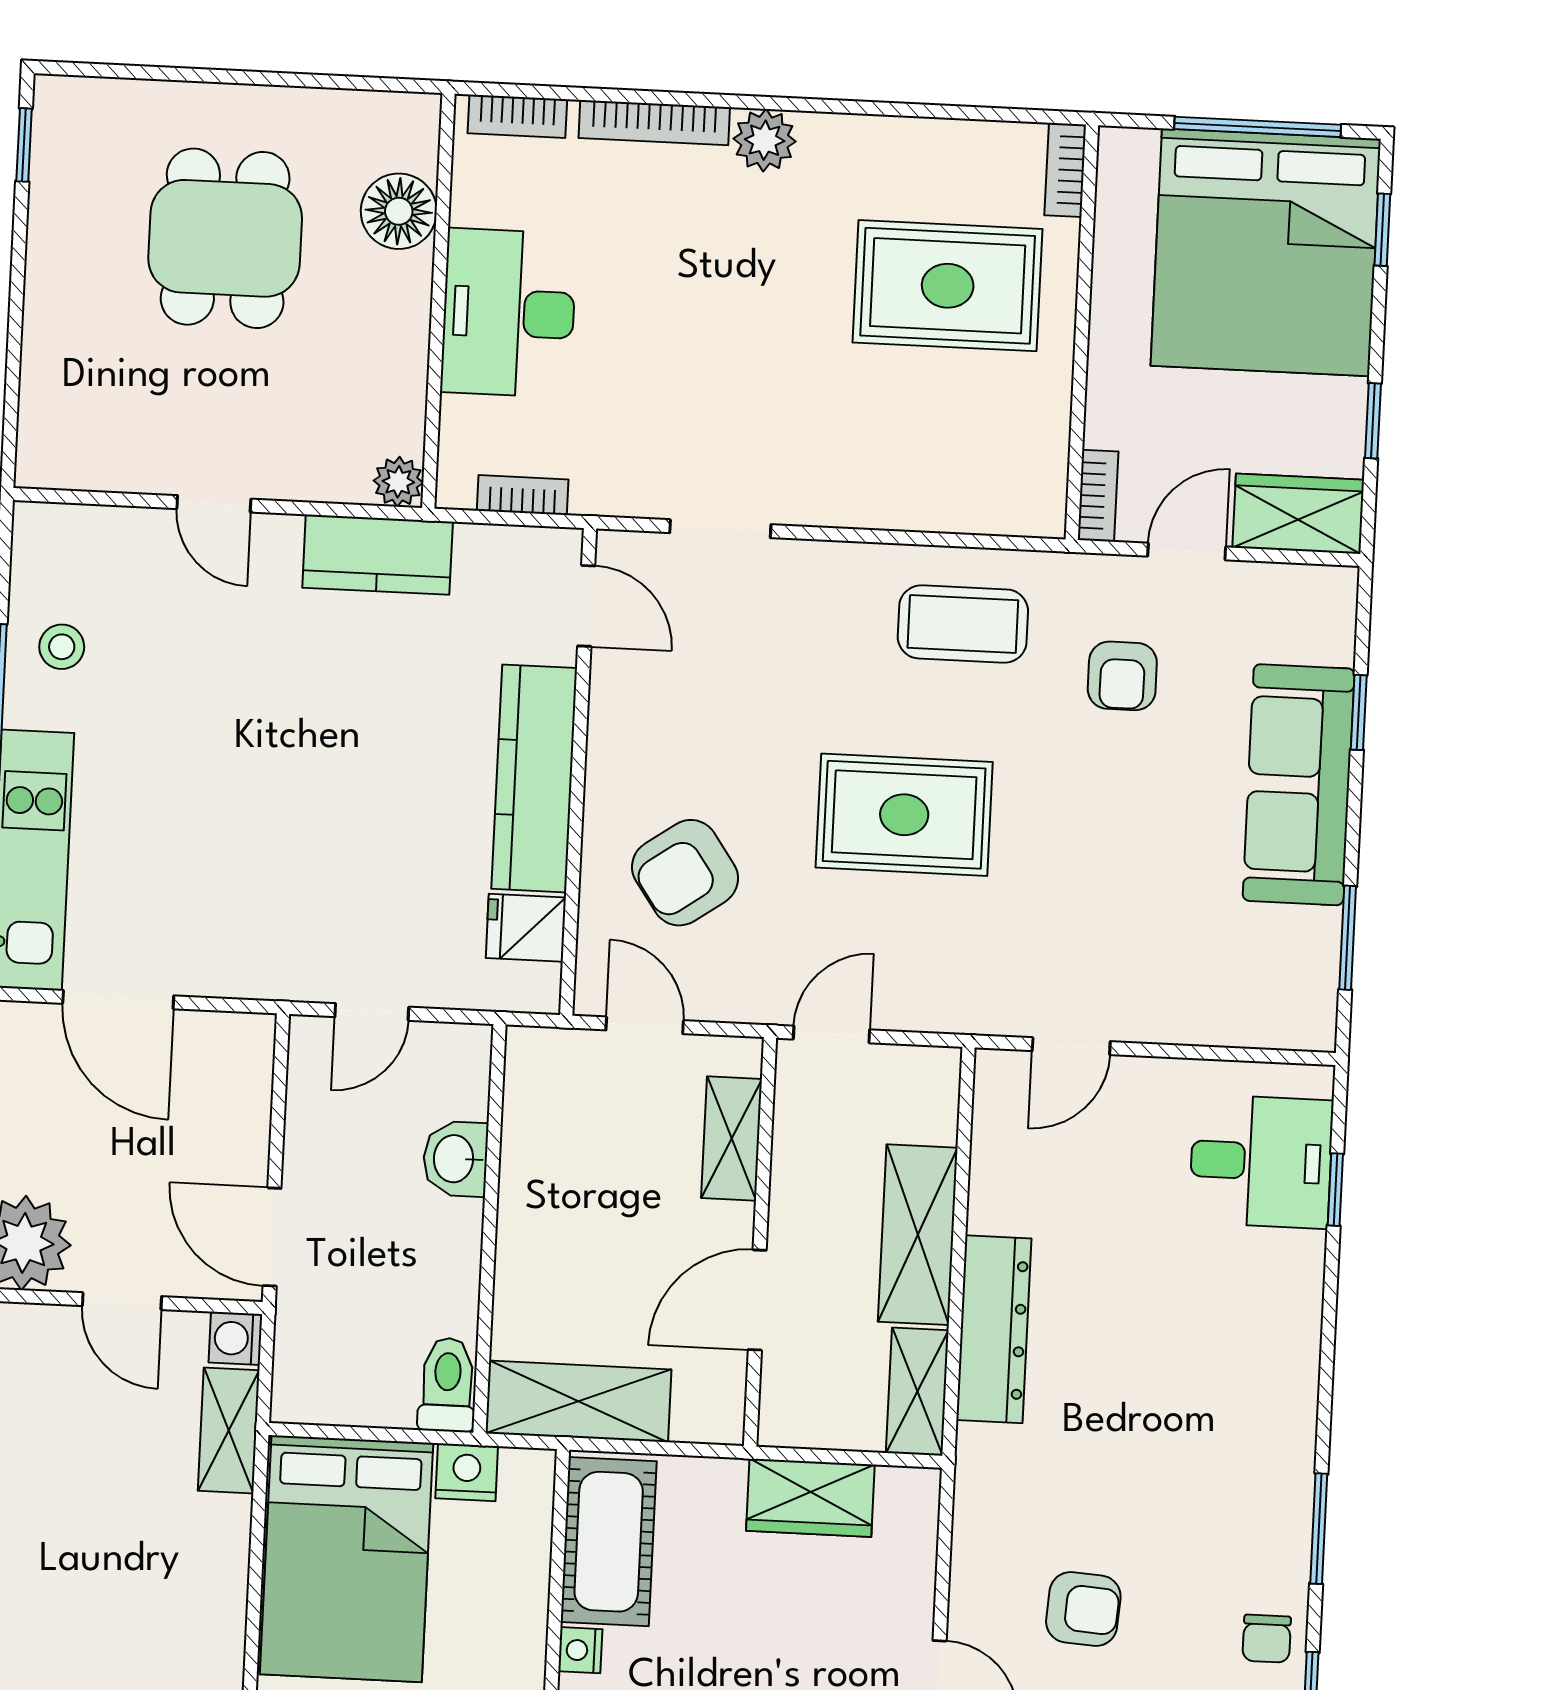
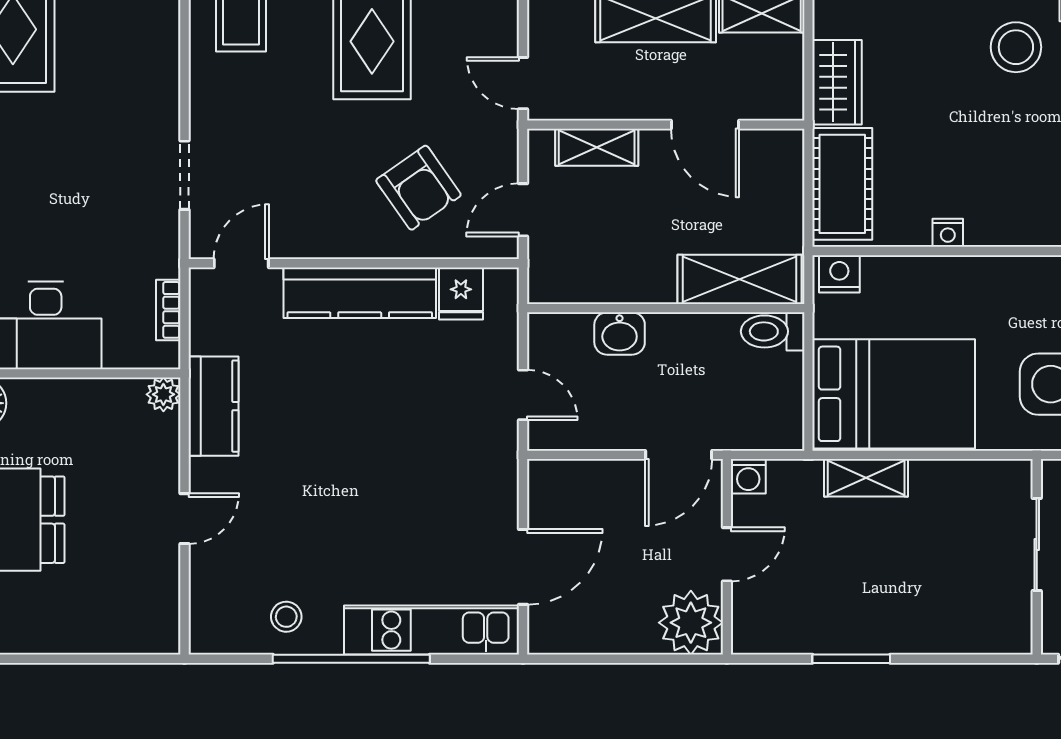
shelving: (578, 1401) -> (739, 279), moved, turned 90
shelving: (229, 1430) -> (866, 478), moved
nightstand: (467, 1472) -> (839, 274), moved, turned 90
cot: (609, 1542) -> (842, 184), moved, turned 90

